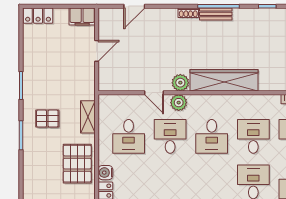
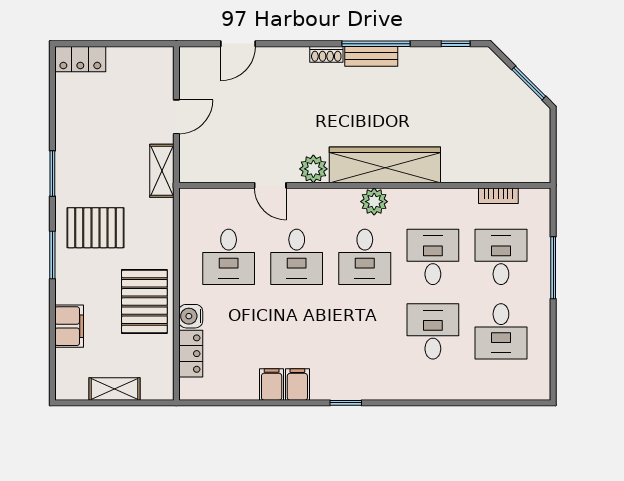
filing cabinet: (82, 16) -> (69, 326), moved, turned -90
plant: (179, 103) -> (374, 202), moved
shelving: (88, 117) -> (162, 171), moved
pallet: (47, 119) -> (95, 228), width x1.50, depth x1.42
desk: (170, 136) -> (297, 257), turned 180

